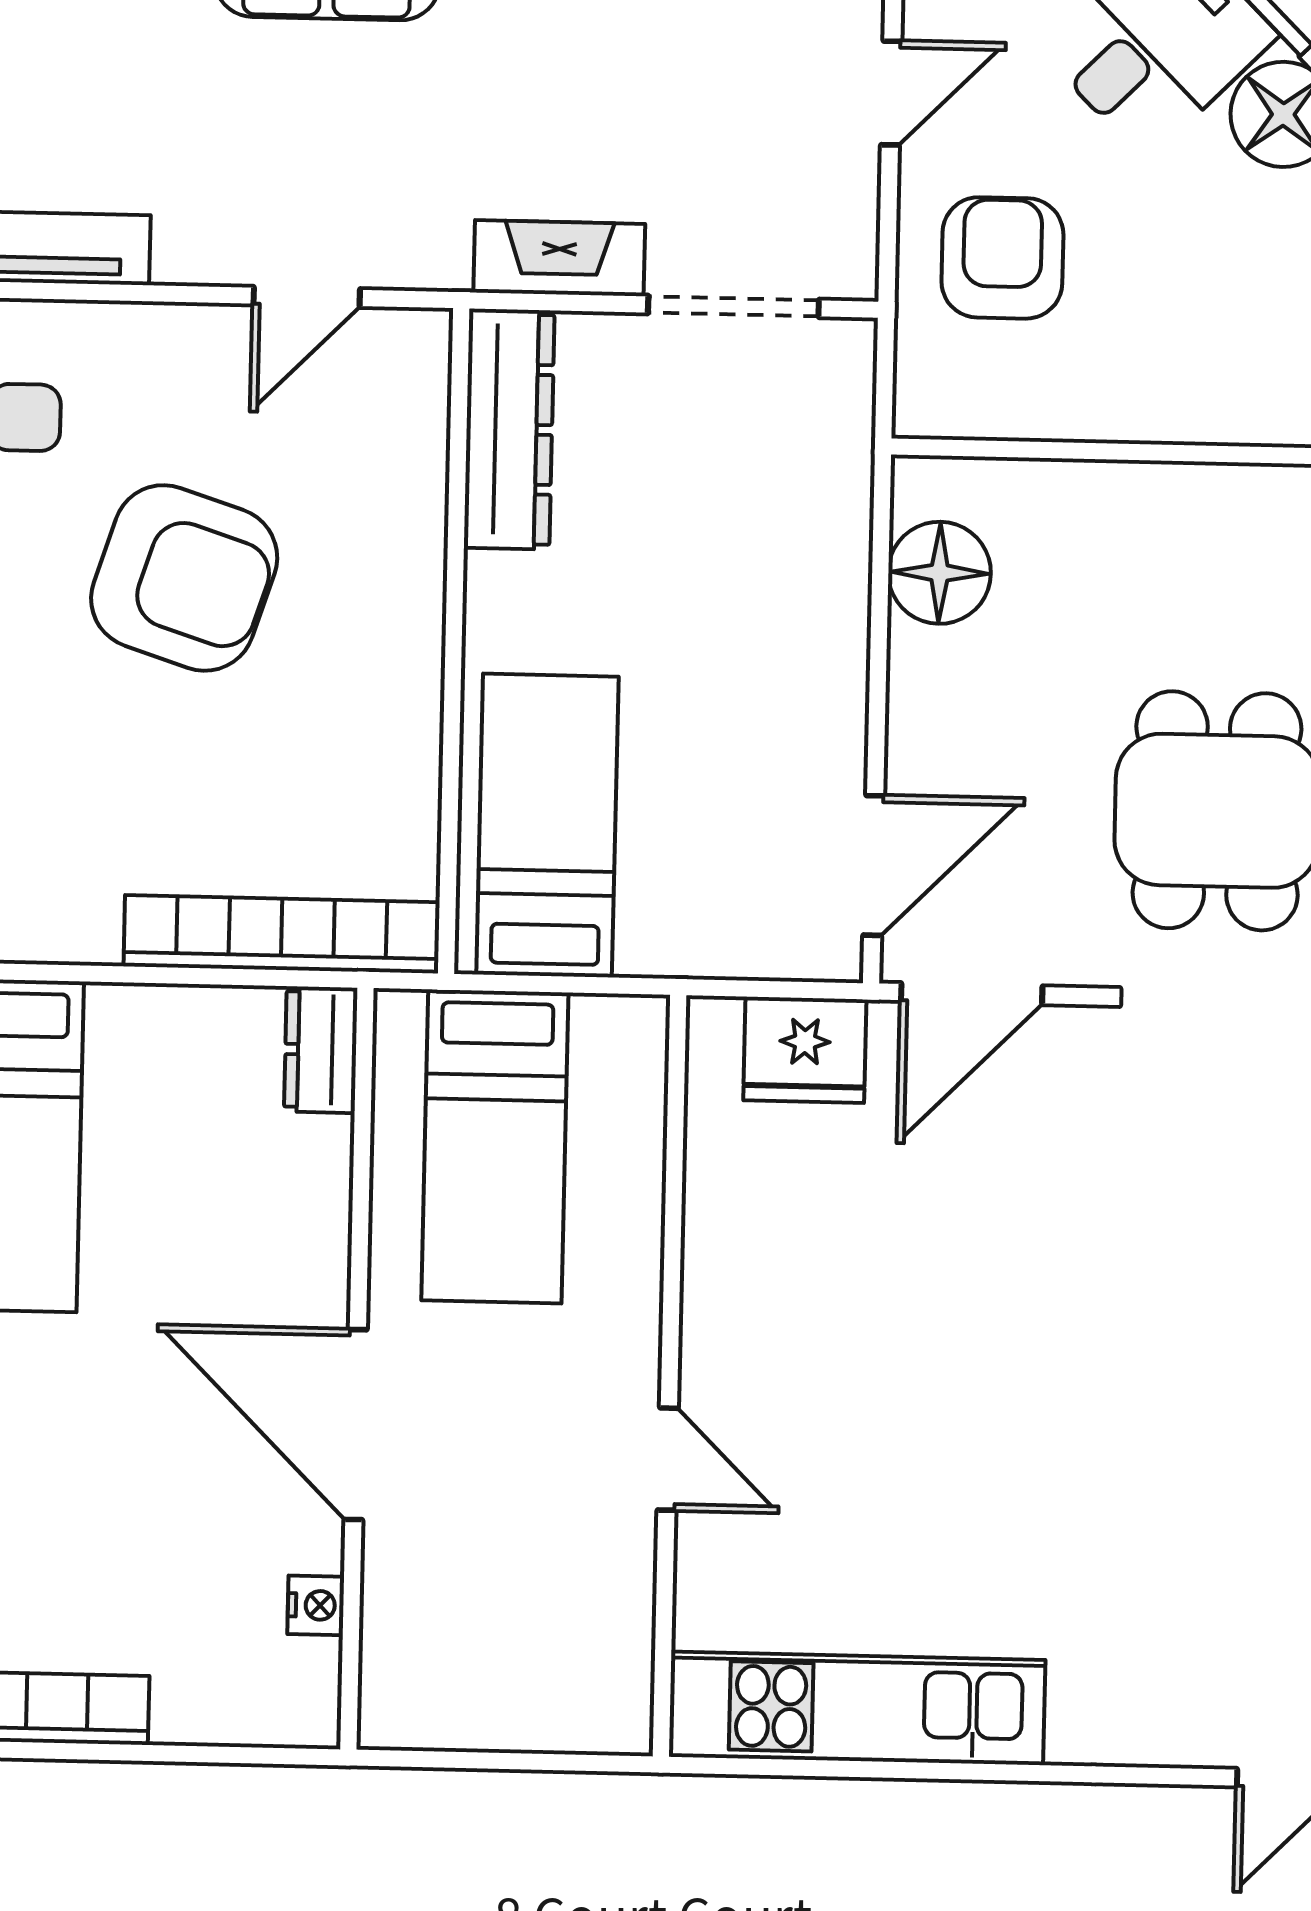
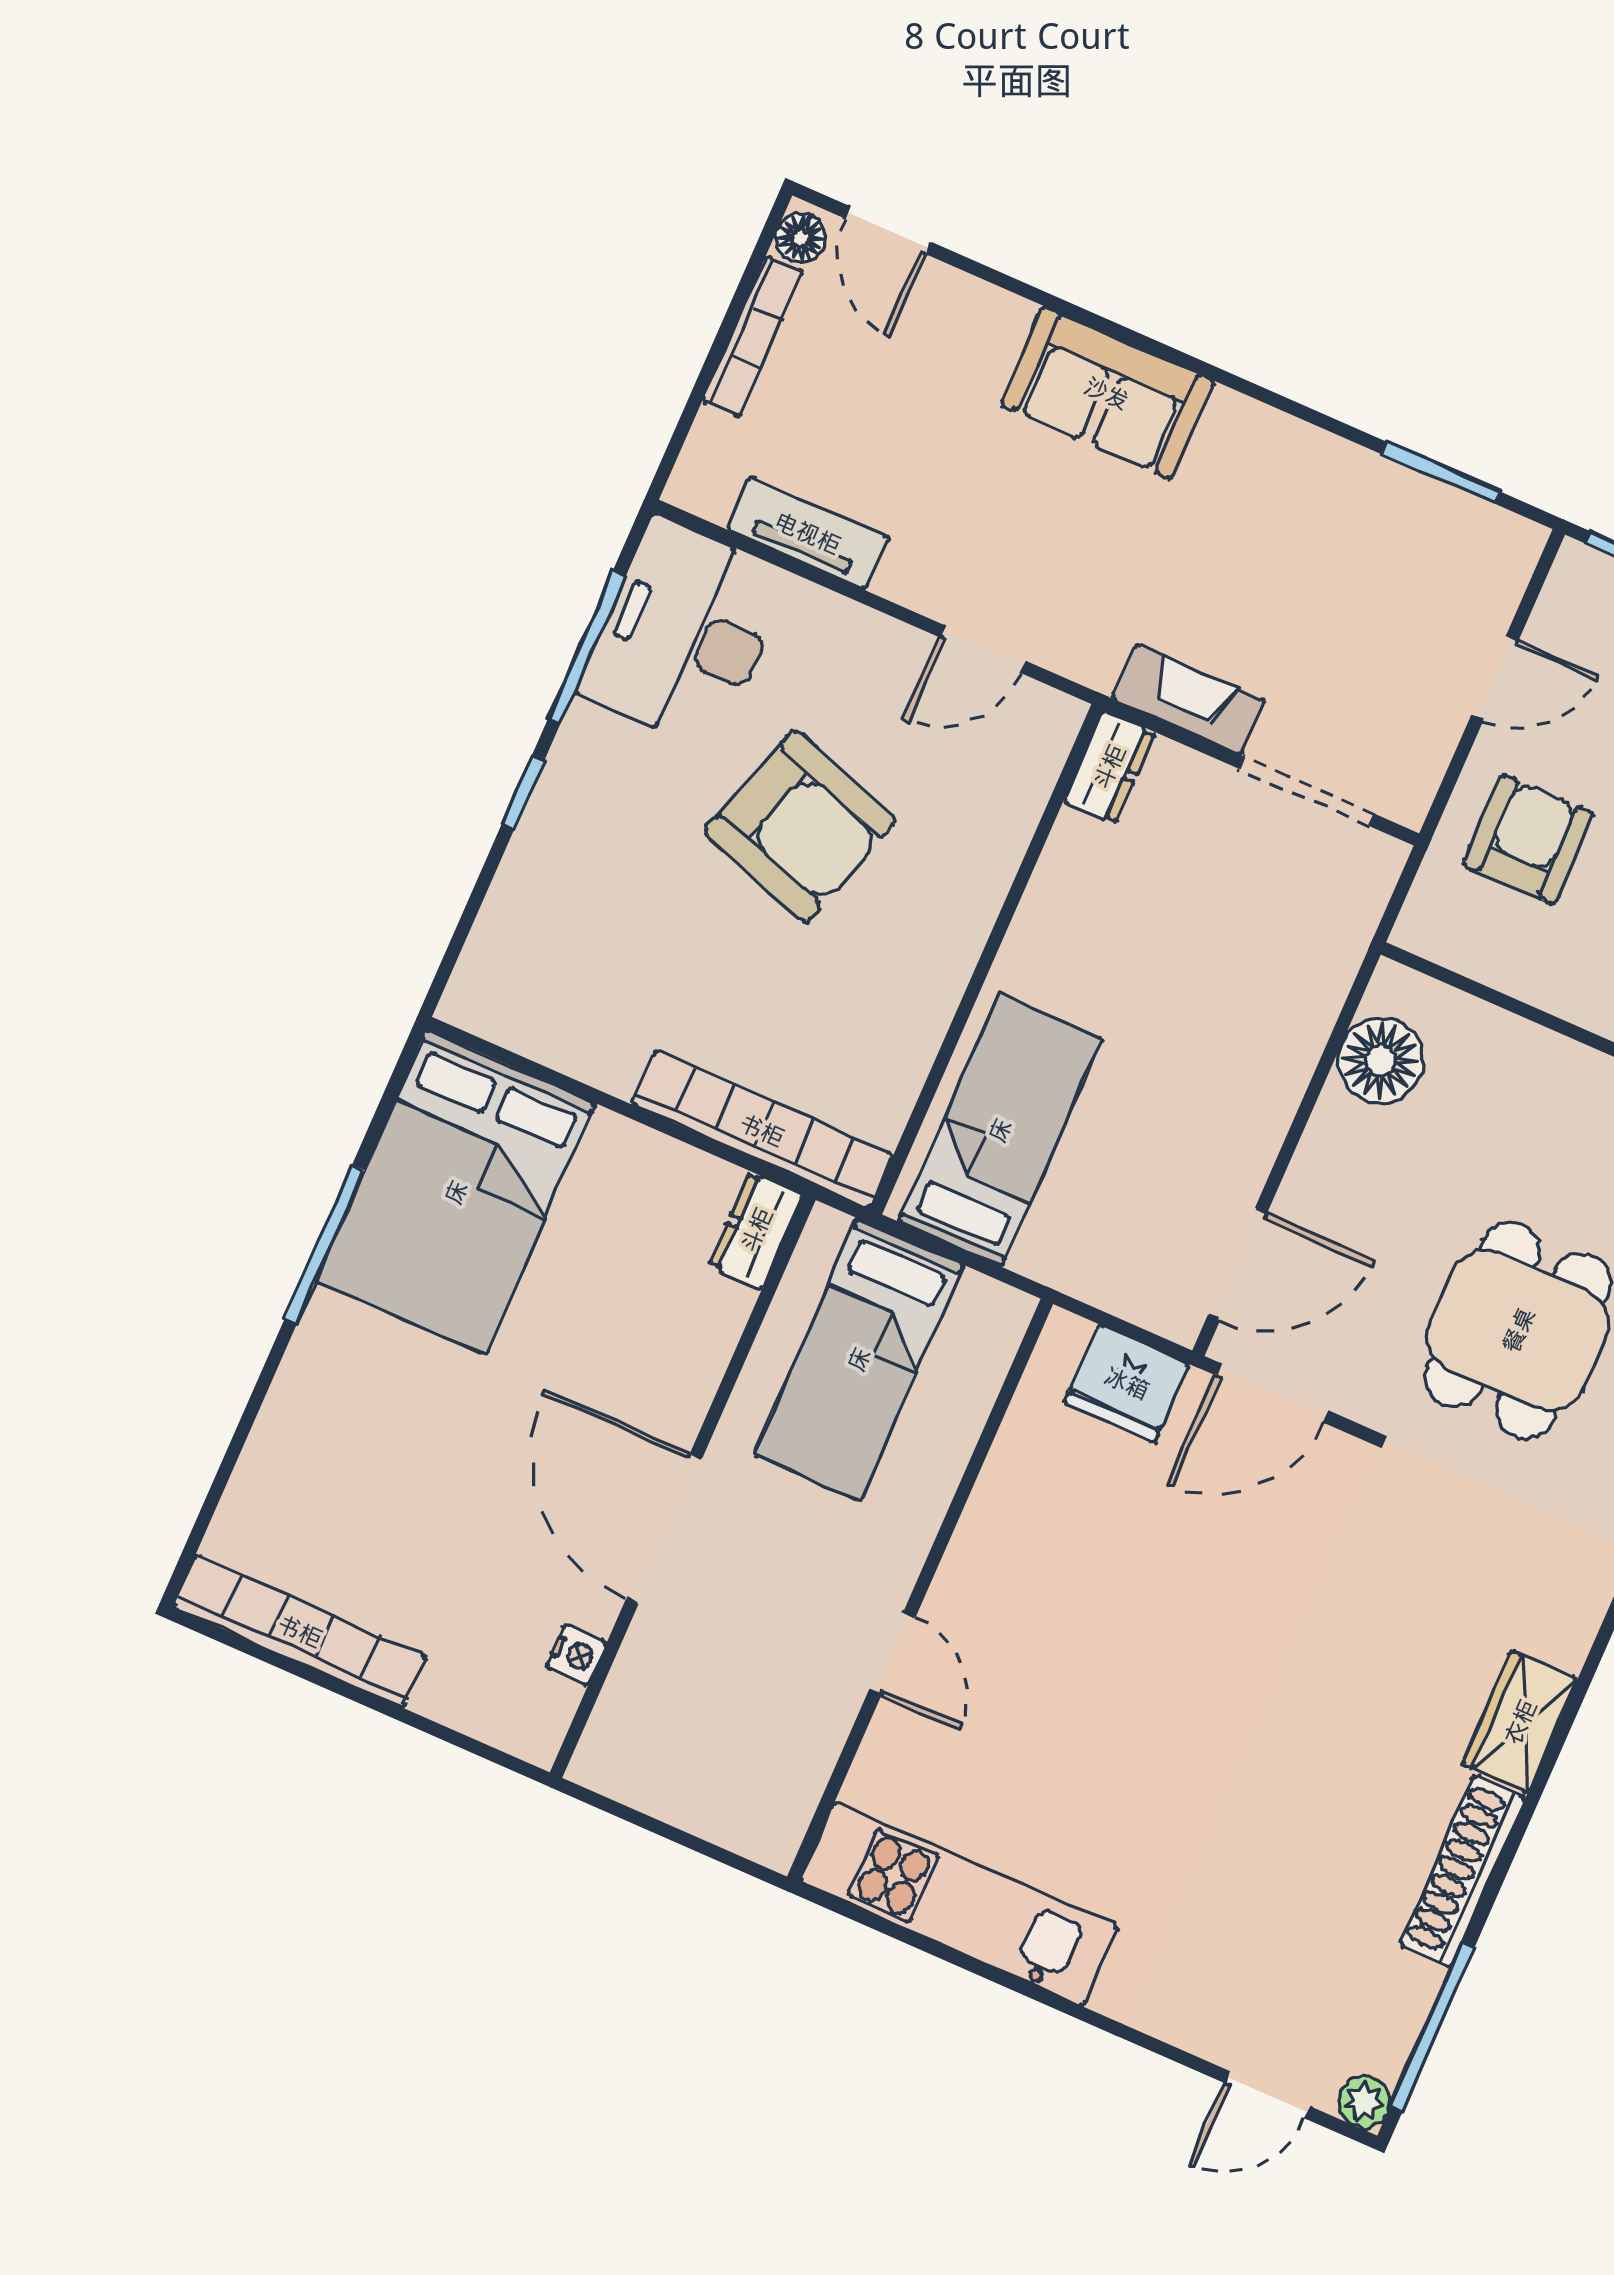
dresser: (509, 429) -> (1109, 767), width x0.51, depth x0.80

